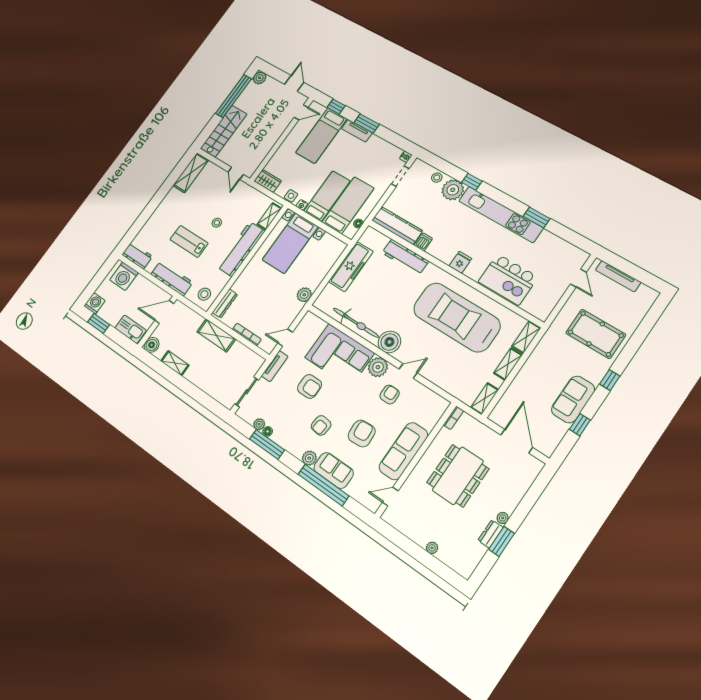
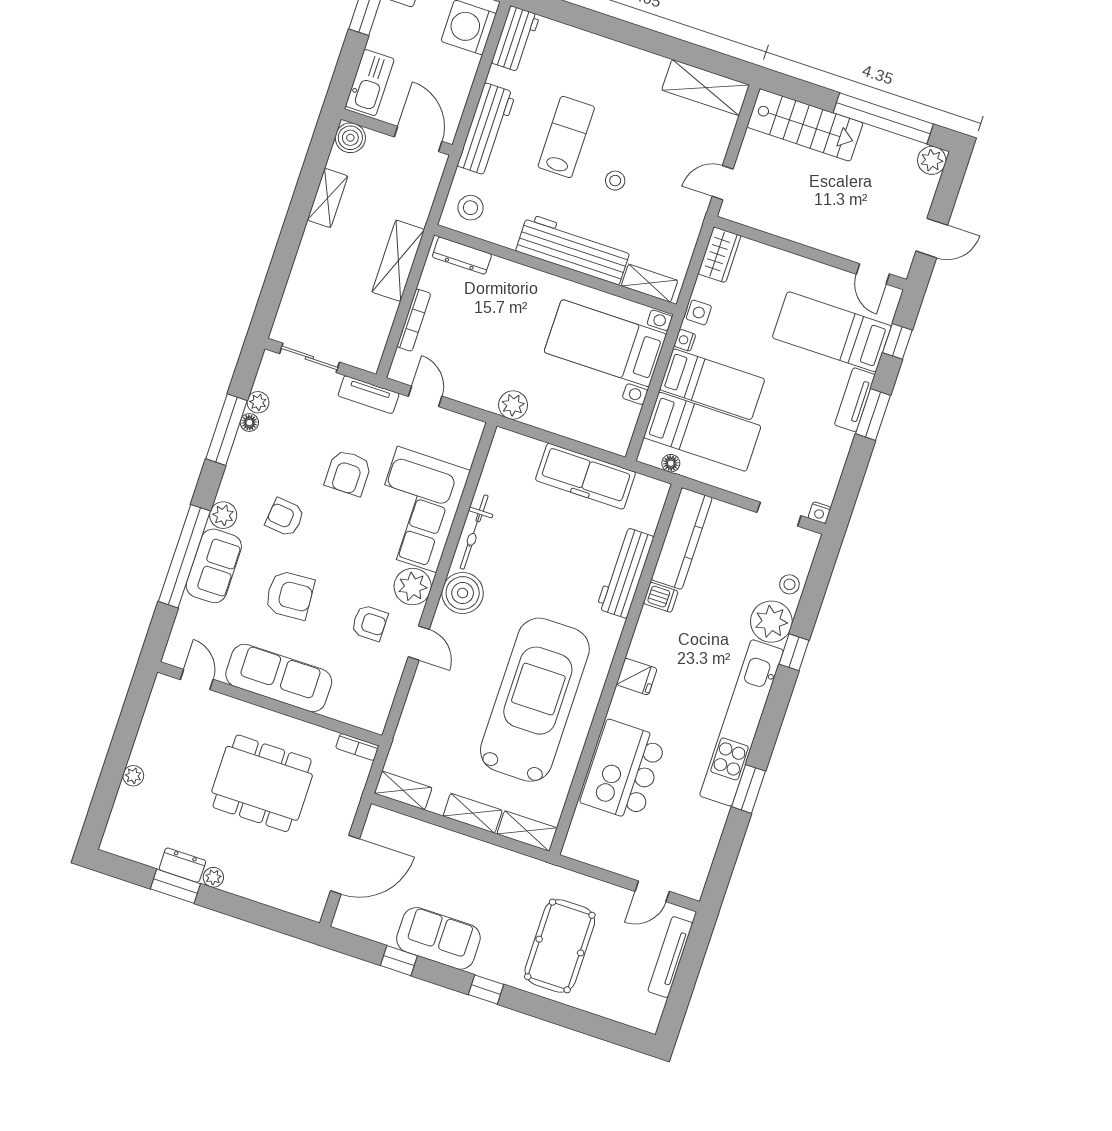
bicycle: (356, 323) -> (474, 532), width x0.73, depth x0.71

